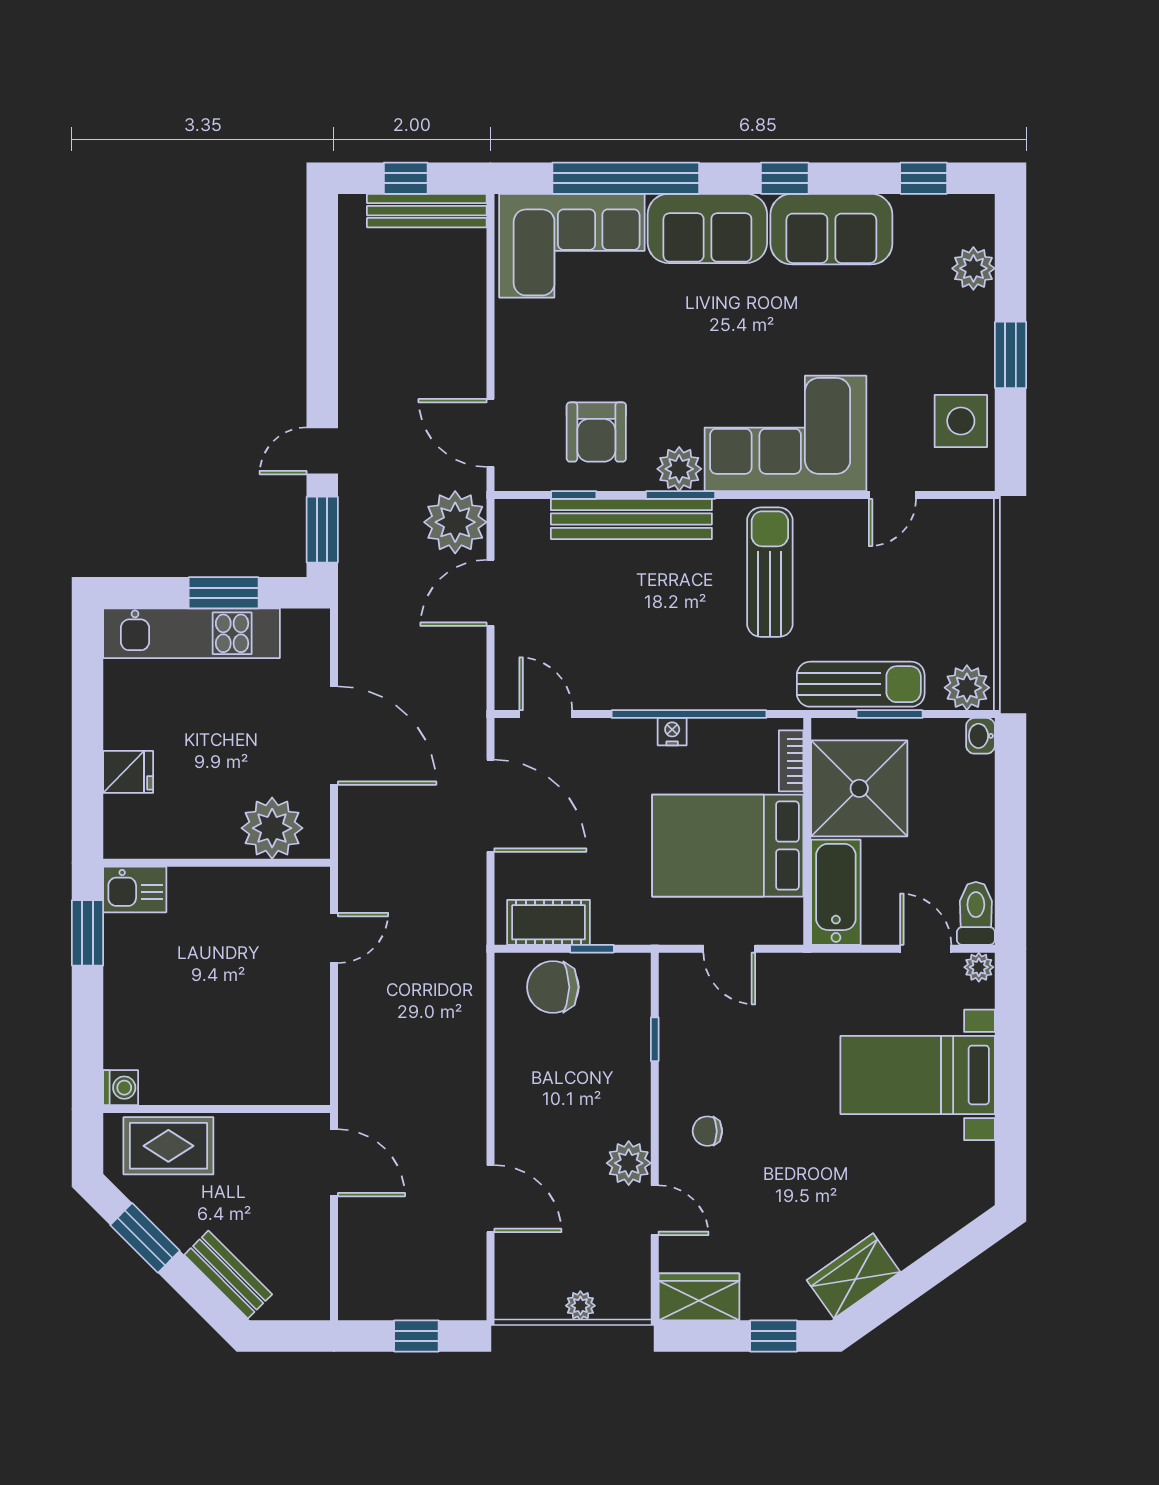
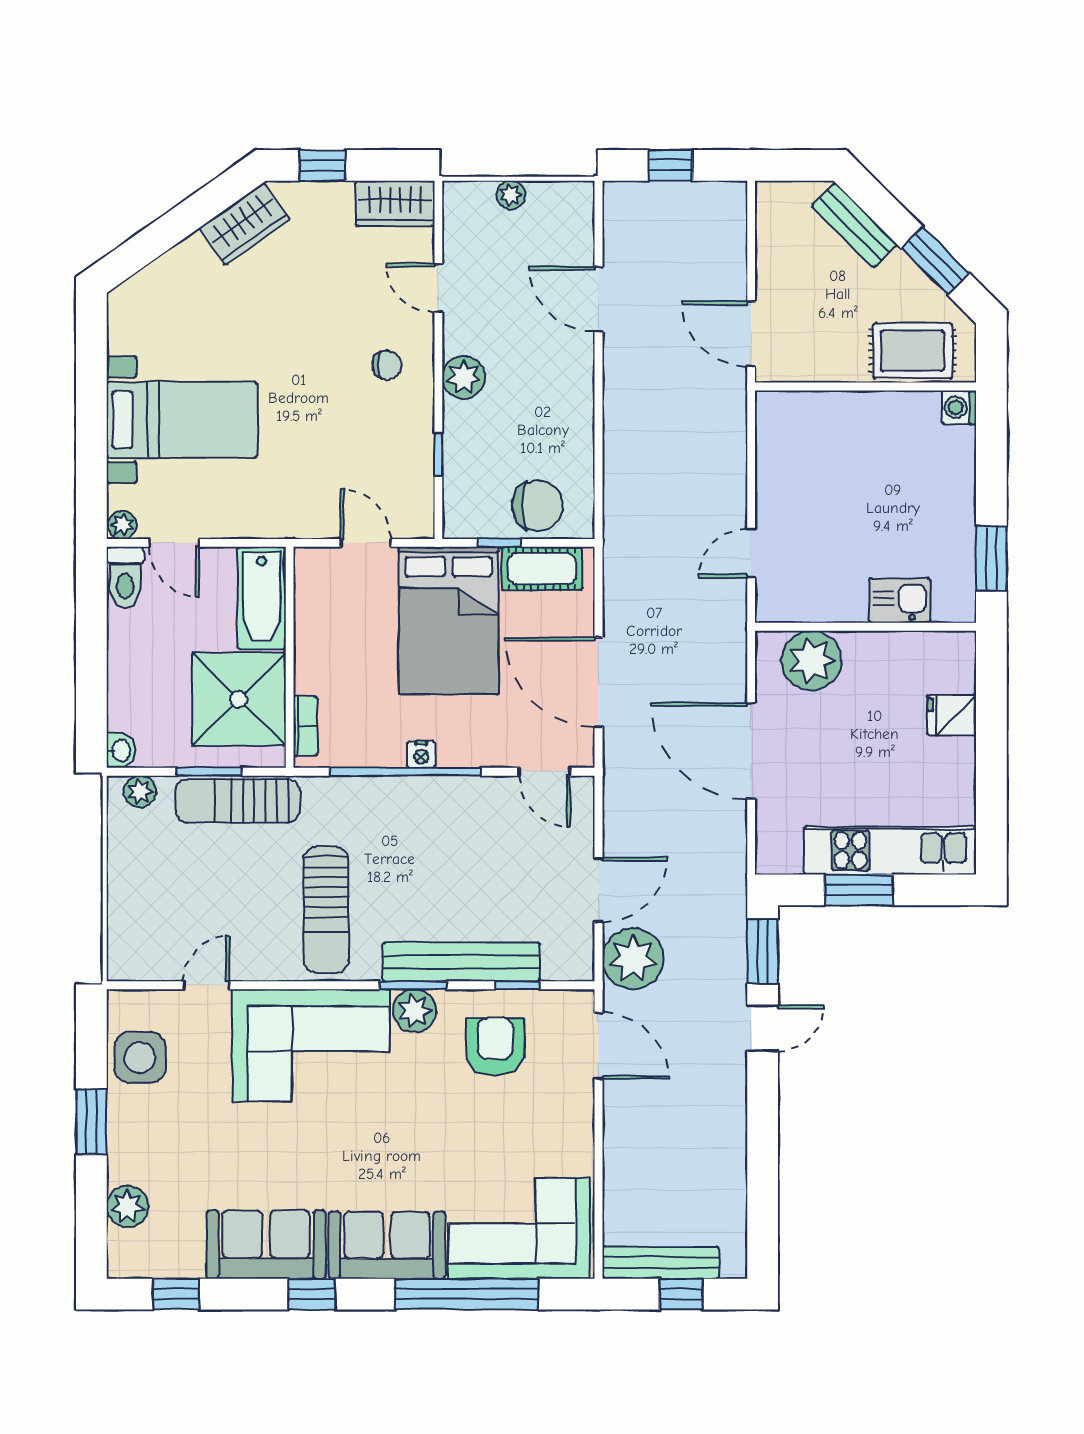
plant: (967, 688) -> (140, 792), width x0.73, depth x0.73
bed: (728, 846) -> (449, 620), moved, turned 90
kitchen sink: (135, 889) -> (900, 601), moved
plant: (629, 1163) -> (464, 377), moved

